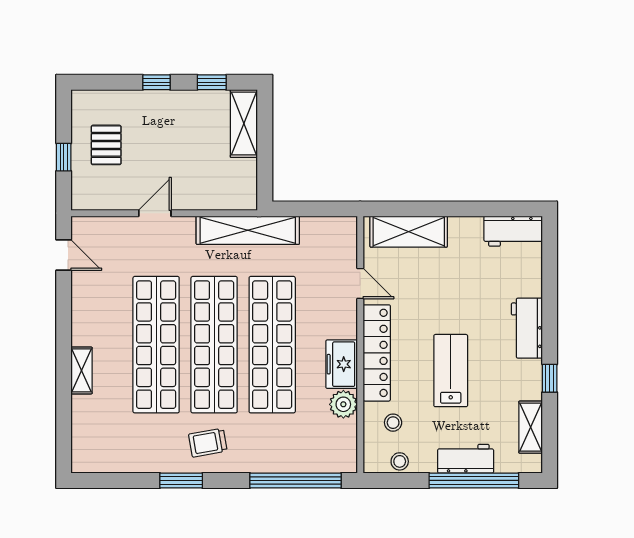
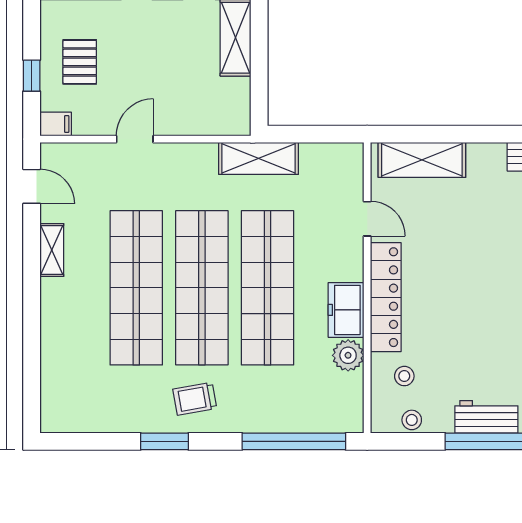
filing cabinet: (85, 200) -> (56, 124), added
shelving: (248, 230) -> (259, 158), width x0.68
shelving: (82, 370) -> (52, 250), moved
lab bench: (451, 371) -> (470, 317), removed

